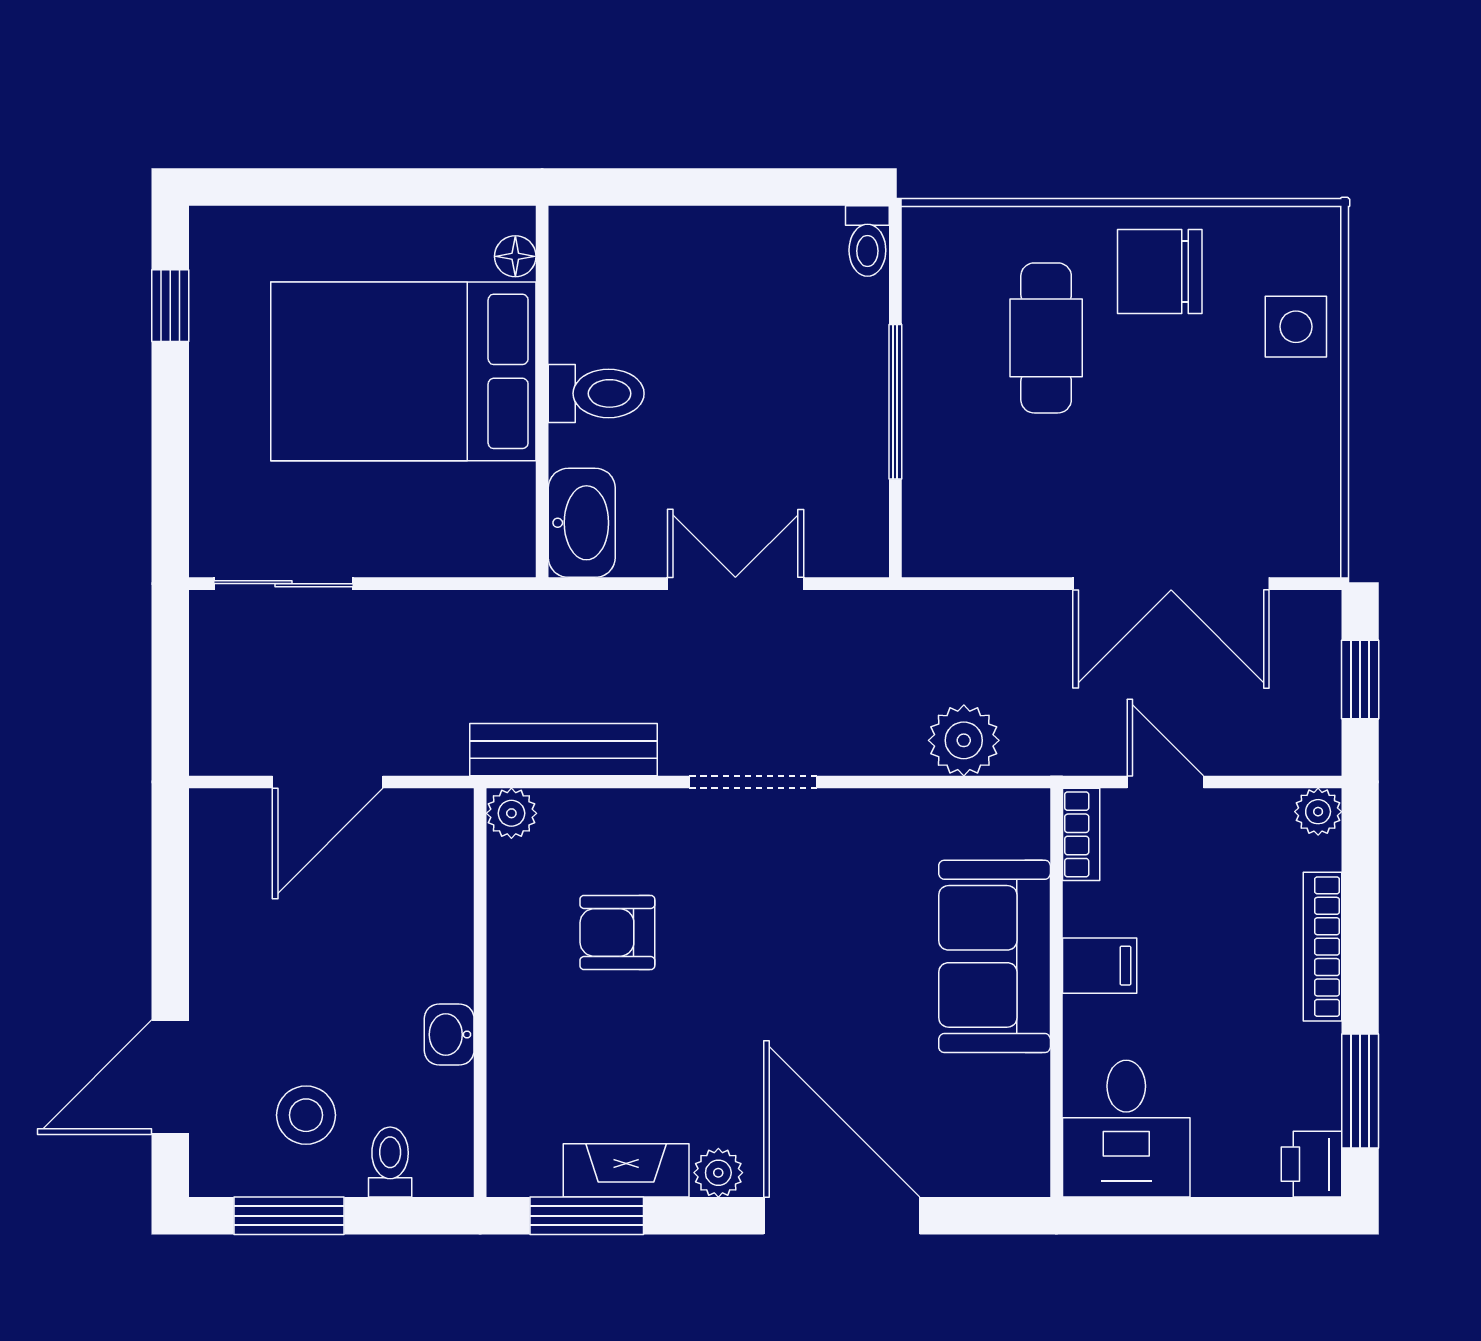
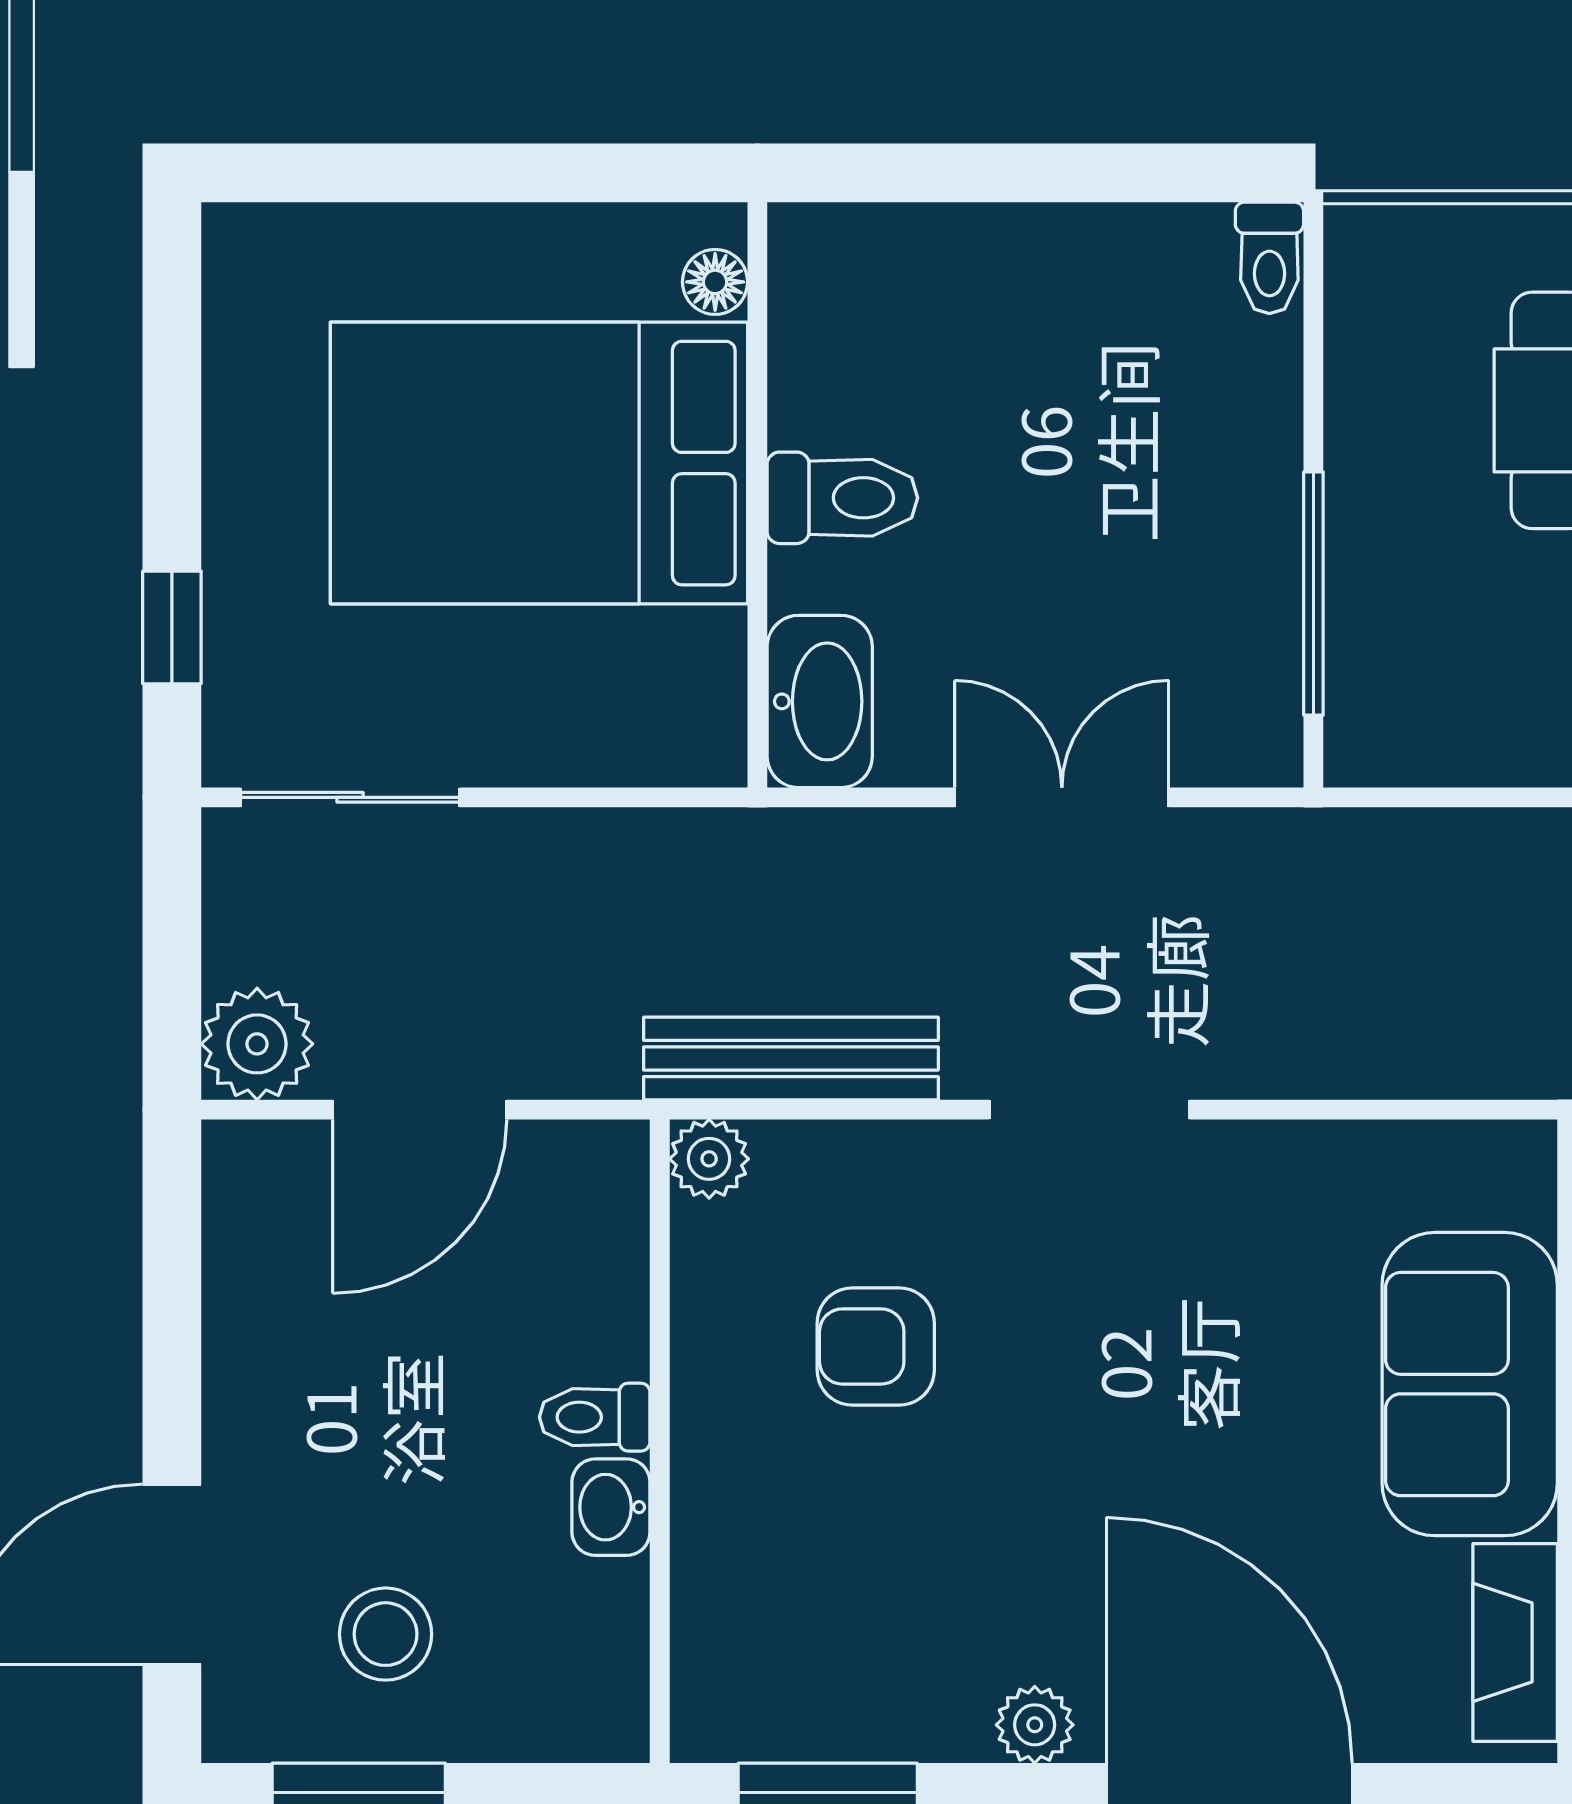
window: (170, 306) -> (172, 627), moved
window: (895, 402) -> (1313, 593), moved
plant: (964, 740) -> (257, 1044), moved
toilet: (390, 1162) -> (595, 1417), moved, turned -90
fireplace: (626, 1170) -> (1515, 1642), moved, turned -90

